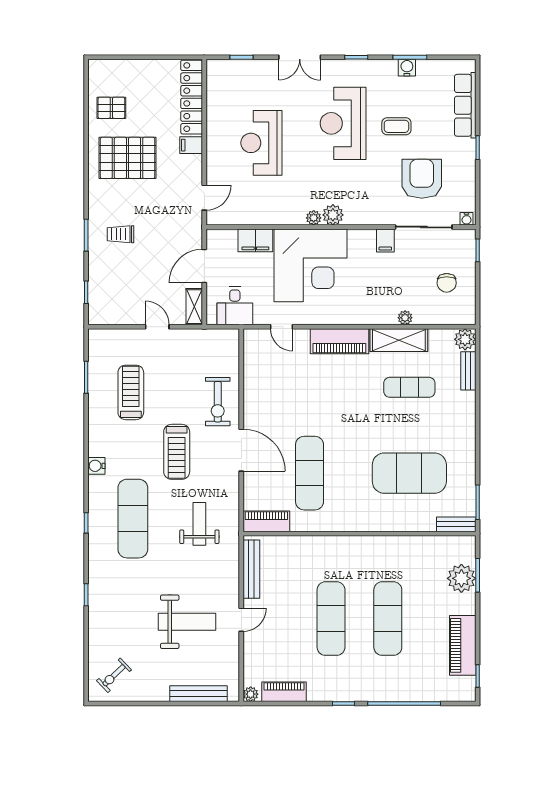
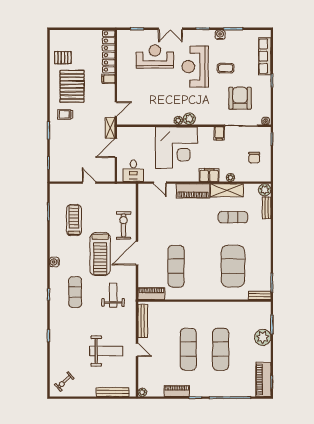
water cooler: (407, 68) -> (220, 35), moved
reception desk: (261, 143) -> (155, 57), moved, turned 90
pallet: (127, 158) -> (72, 86), turned 90
trolley: (121, 234) -> (65, 114), moved
filing cabinet: (255, 240) -> (209, 175), moved, turned 180
shelving: (194, 307) -> (110, 128), moved
exercise bike: (218, 402) -> (124, 225), turned 180
door: (241, 450) -> (137, 253), swing flipped
treadmill: (177, 452) -> (100, 254), width x1.37, depth x1.38
exercise mat: (409, 473) -> (233, 266), turned 90
exercise mat: (133, 519) -> (75, 292), width x0.73, depth x0.69
plant: (461, 578) -> (263, 337), moved
door: (241, 620) -> (137, 350), hinge flipped
piano: (463, 645) -> (263, 379), moved
piano: (284, 692) -> (177, 391), moved

